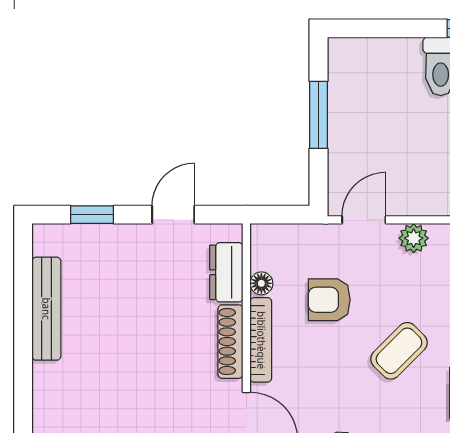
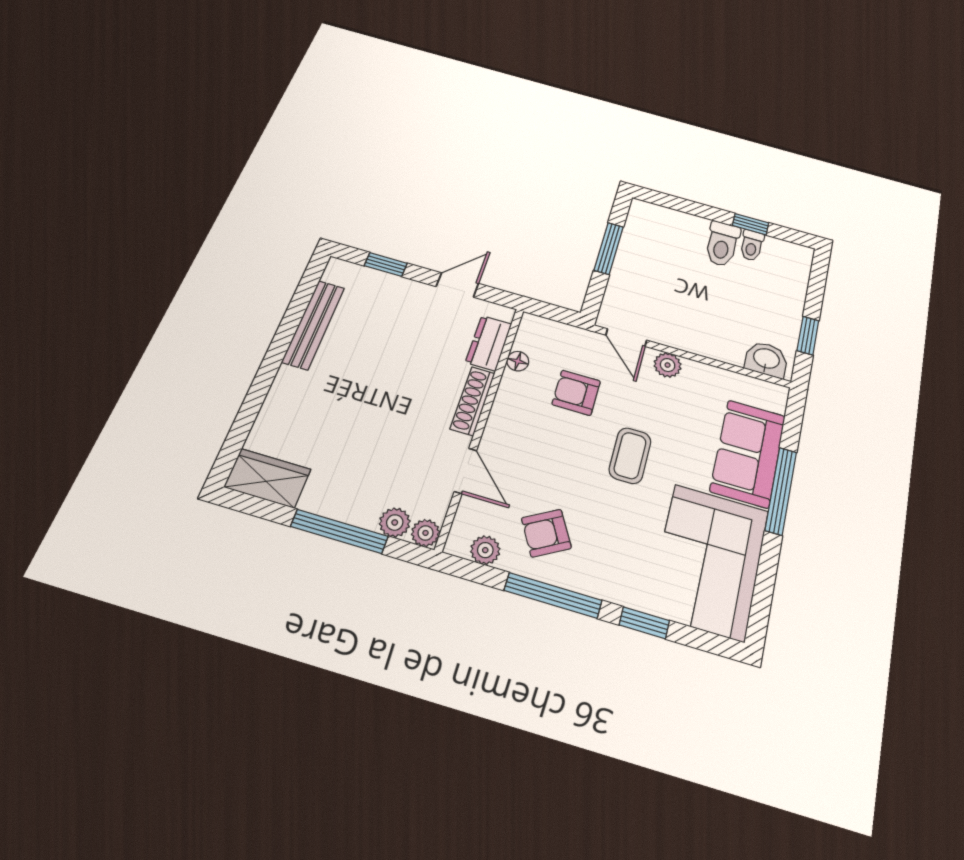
door: (364, 220) -> (626, 338), swing flipped
bookcase: (261, 340) -> (502, 408), removed
coffee table: (399, 351) -> (630, 456), turned -45

